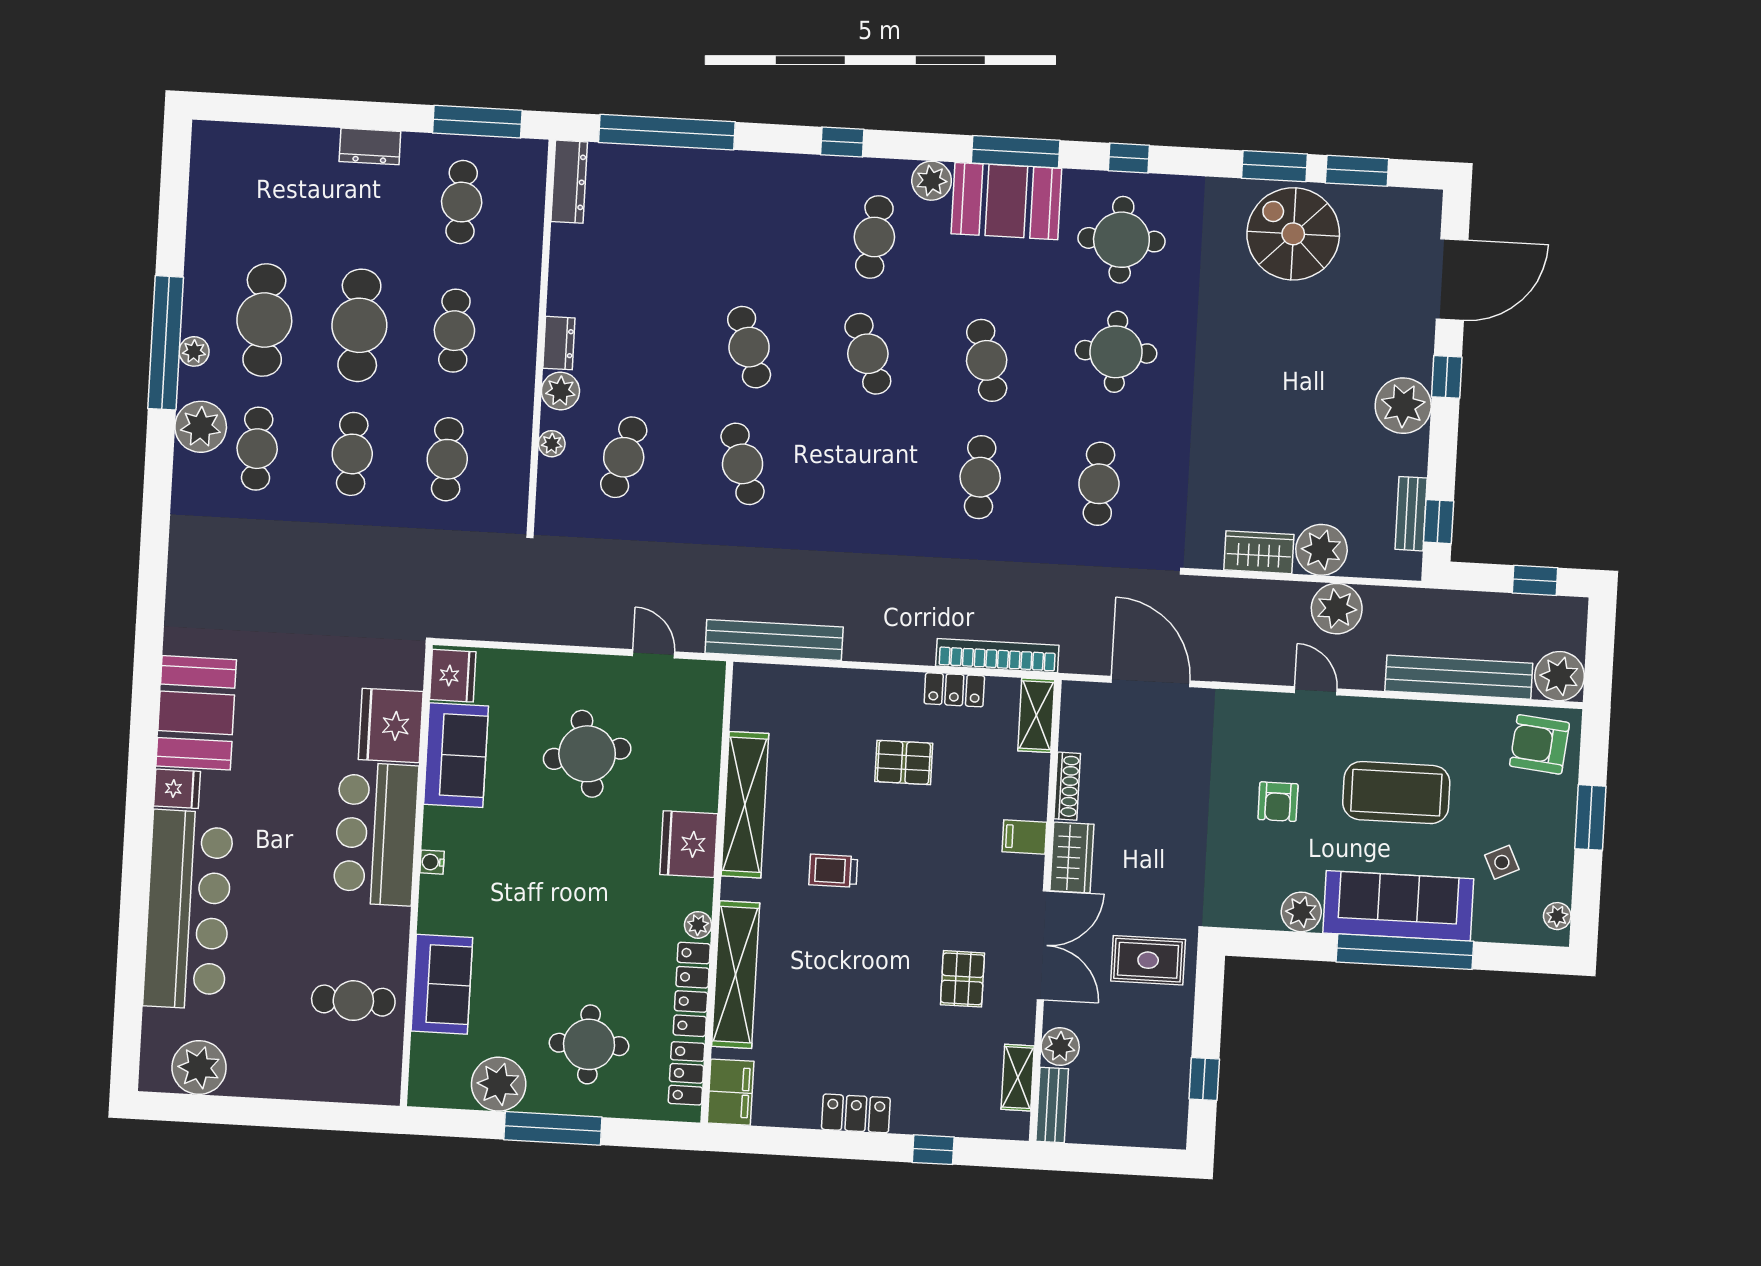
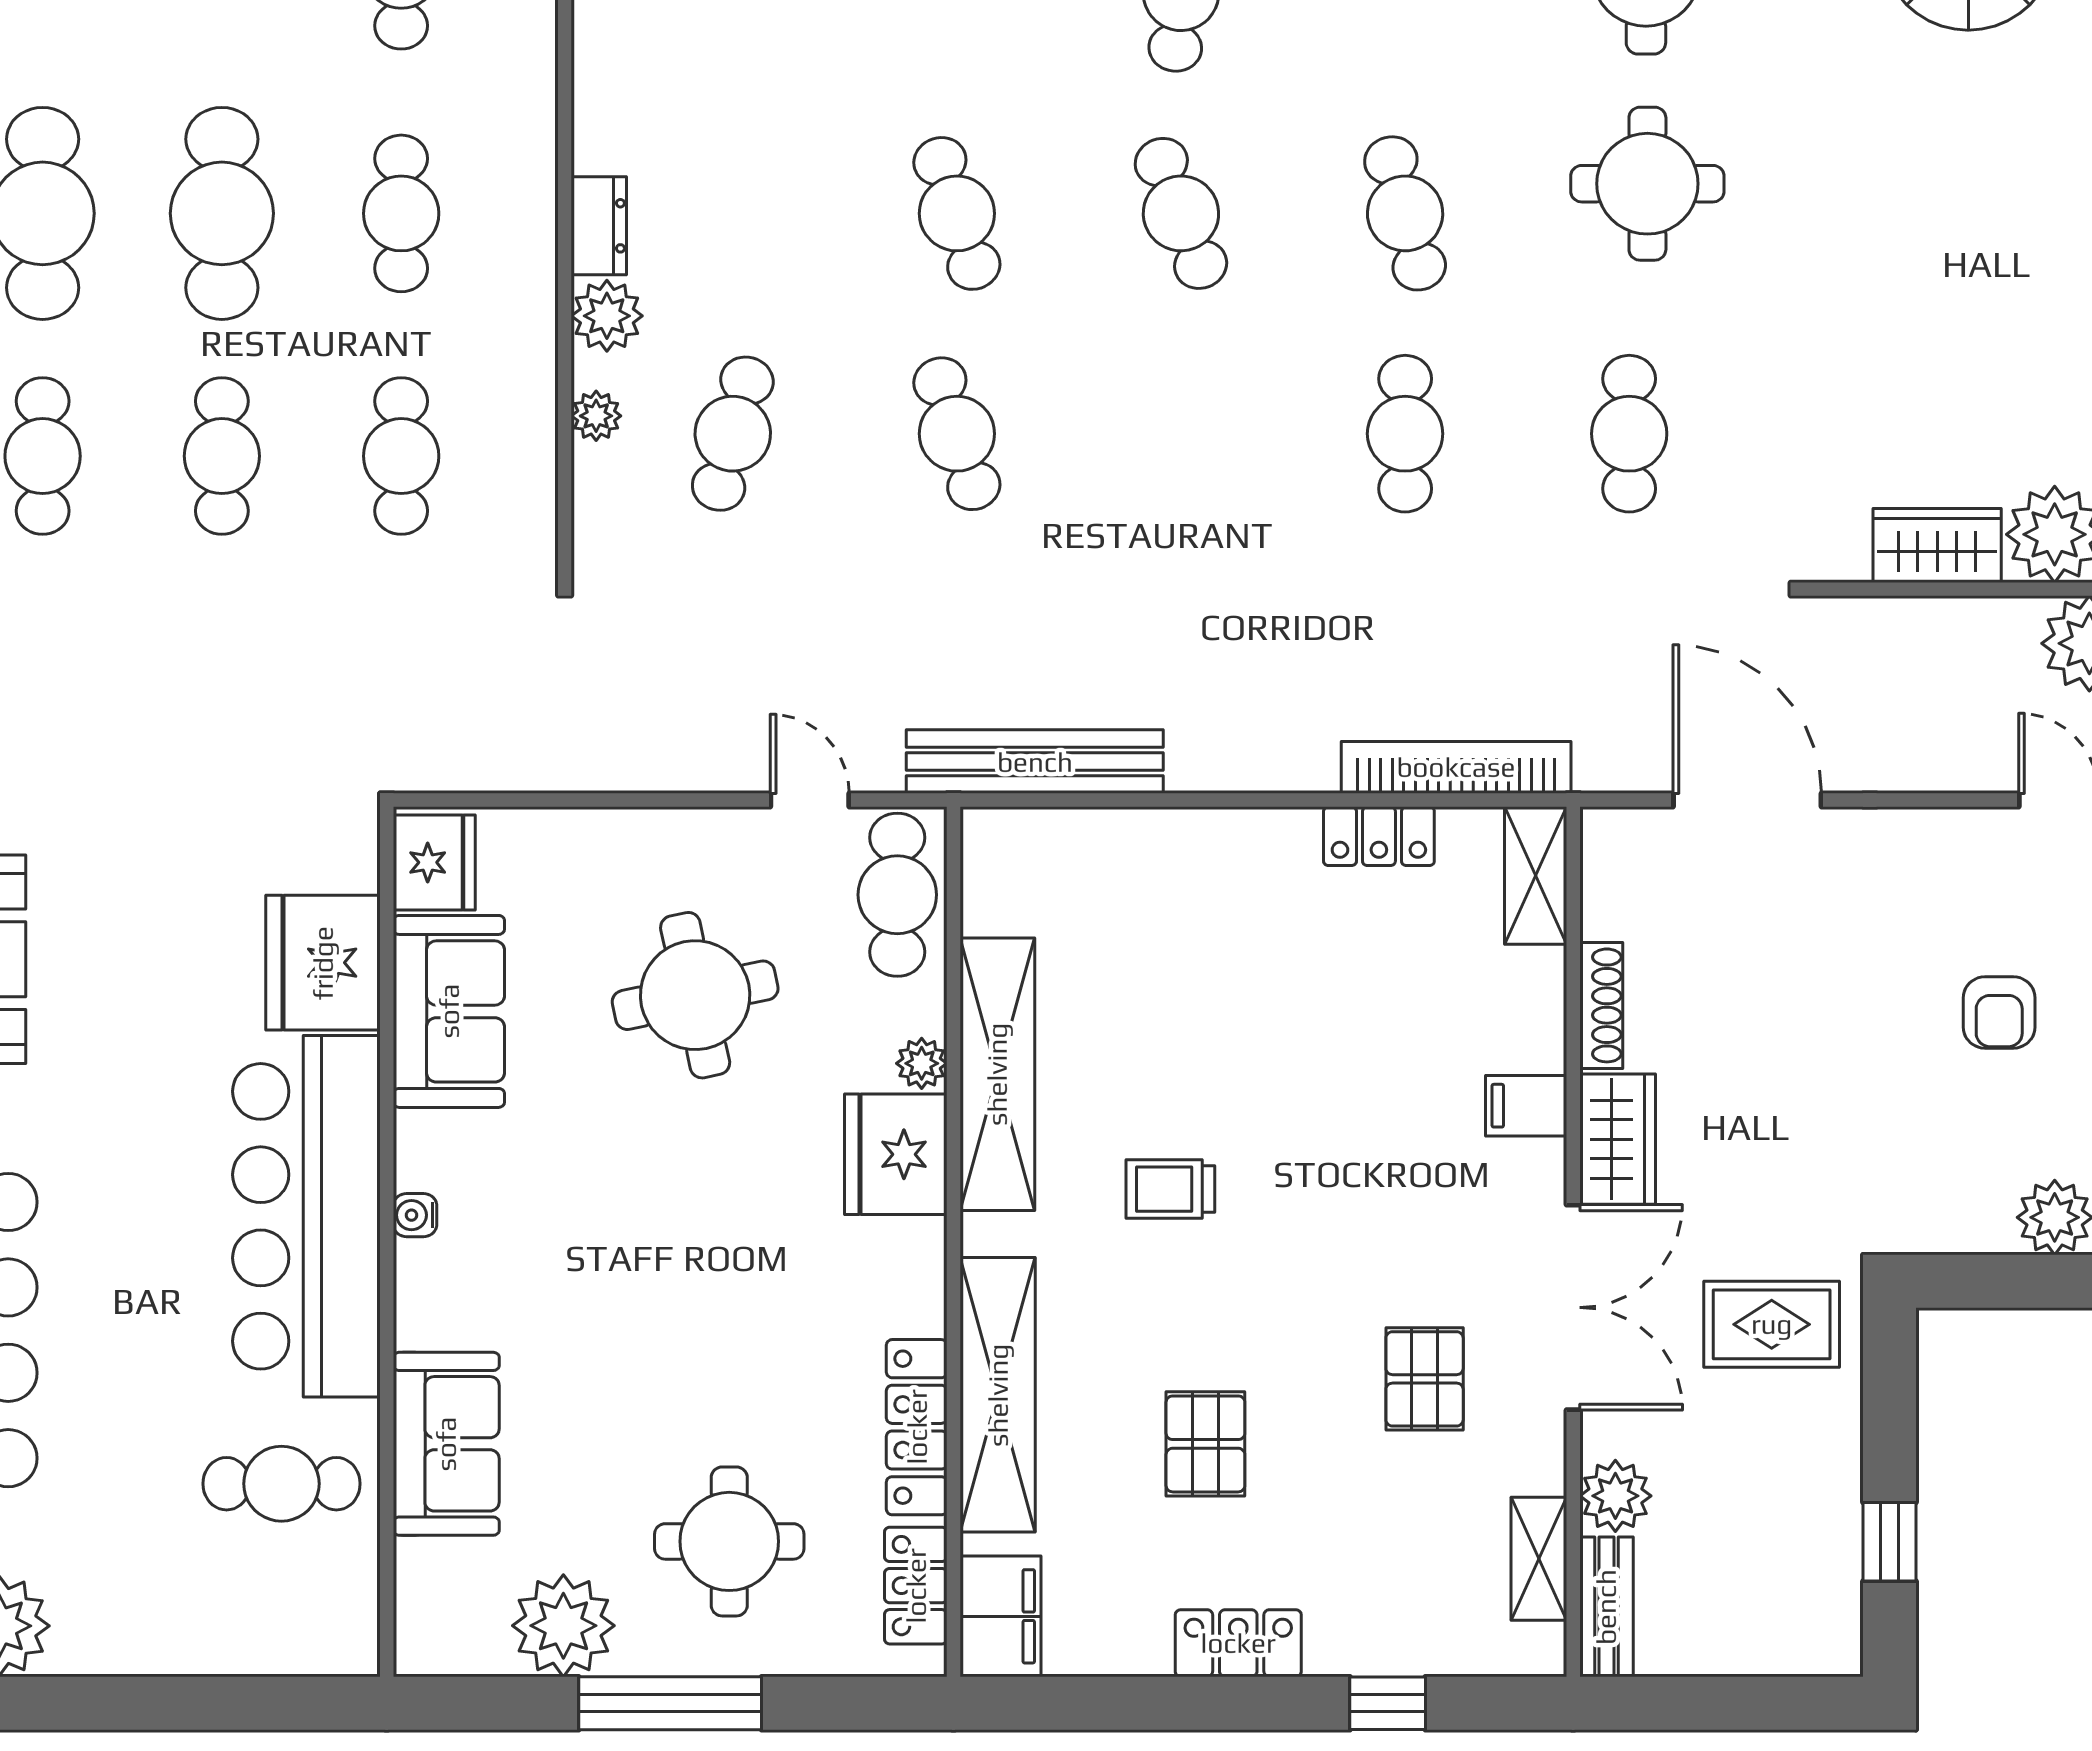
cafe table: (697, 707) -> (897, 895), added
pallet: (904, 762) -> (1205, 1444), moved, turned 90
bar counter: (376, 834) -> (306, 1216), width x1.36
plant: (698, 925) -> (922, 1063), moved

